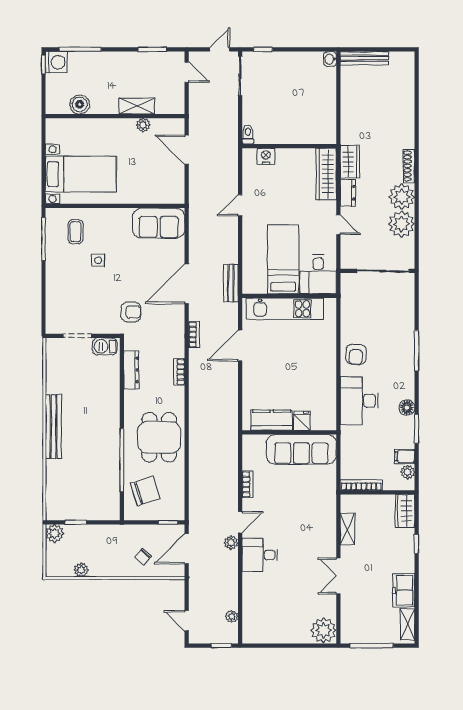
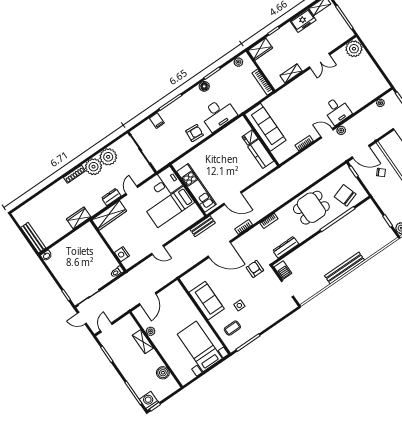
wardrobe: (350, 162) -> (79, 218), moved
sofa: (159, 223) -> (207, 301), moved
filing cabinet: (405, 456) -> (157, 121), moved

